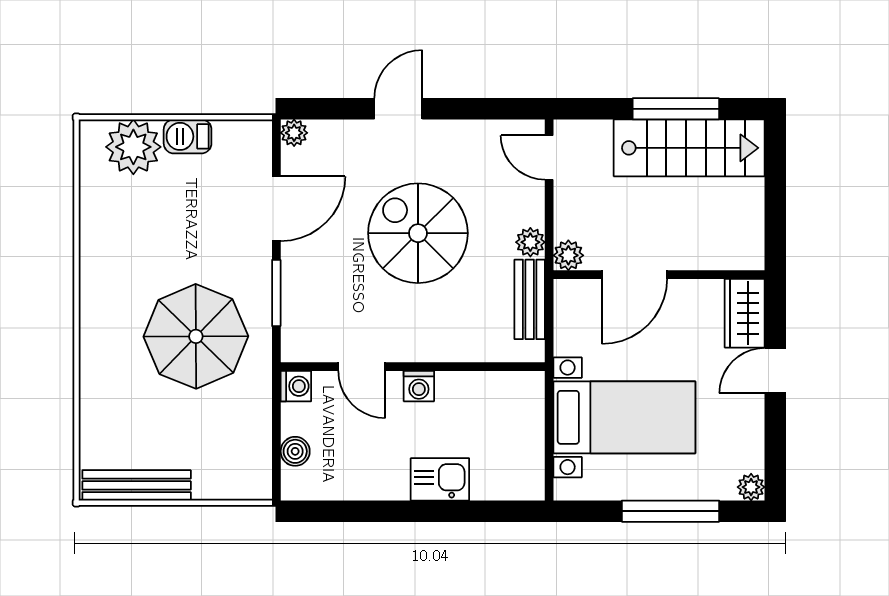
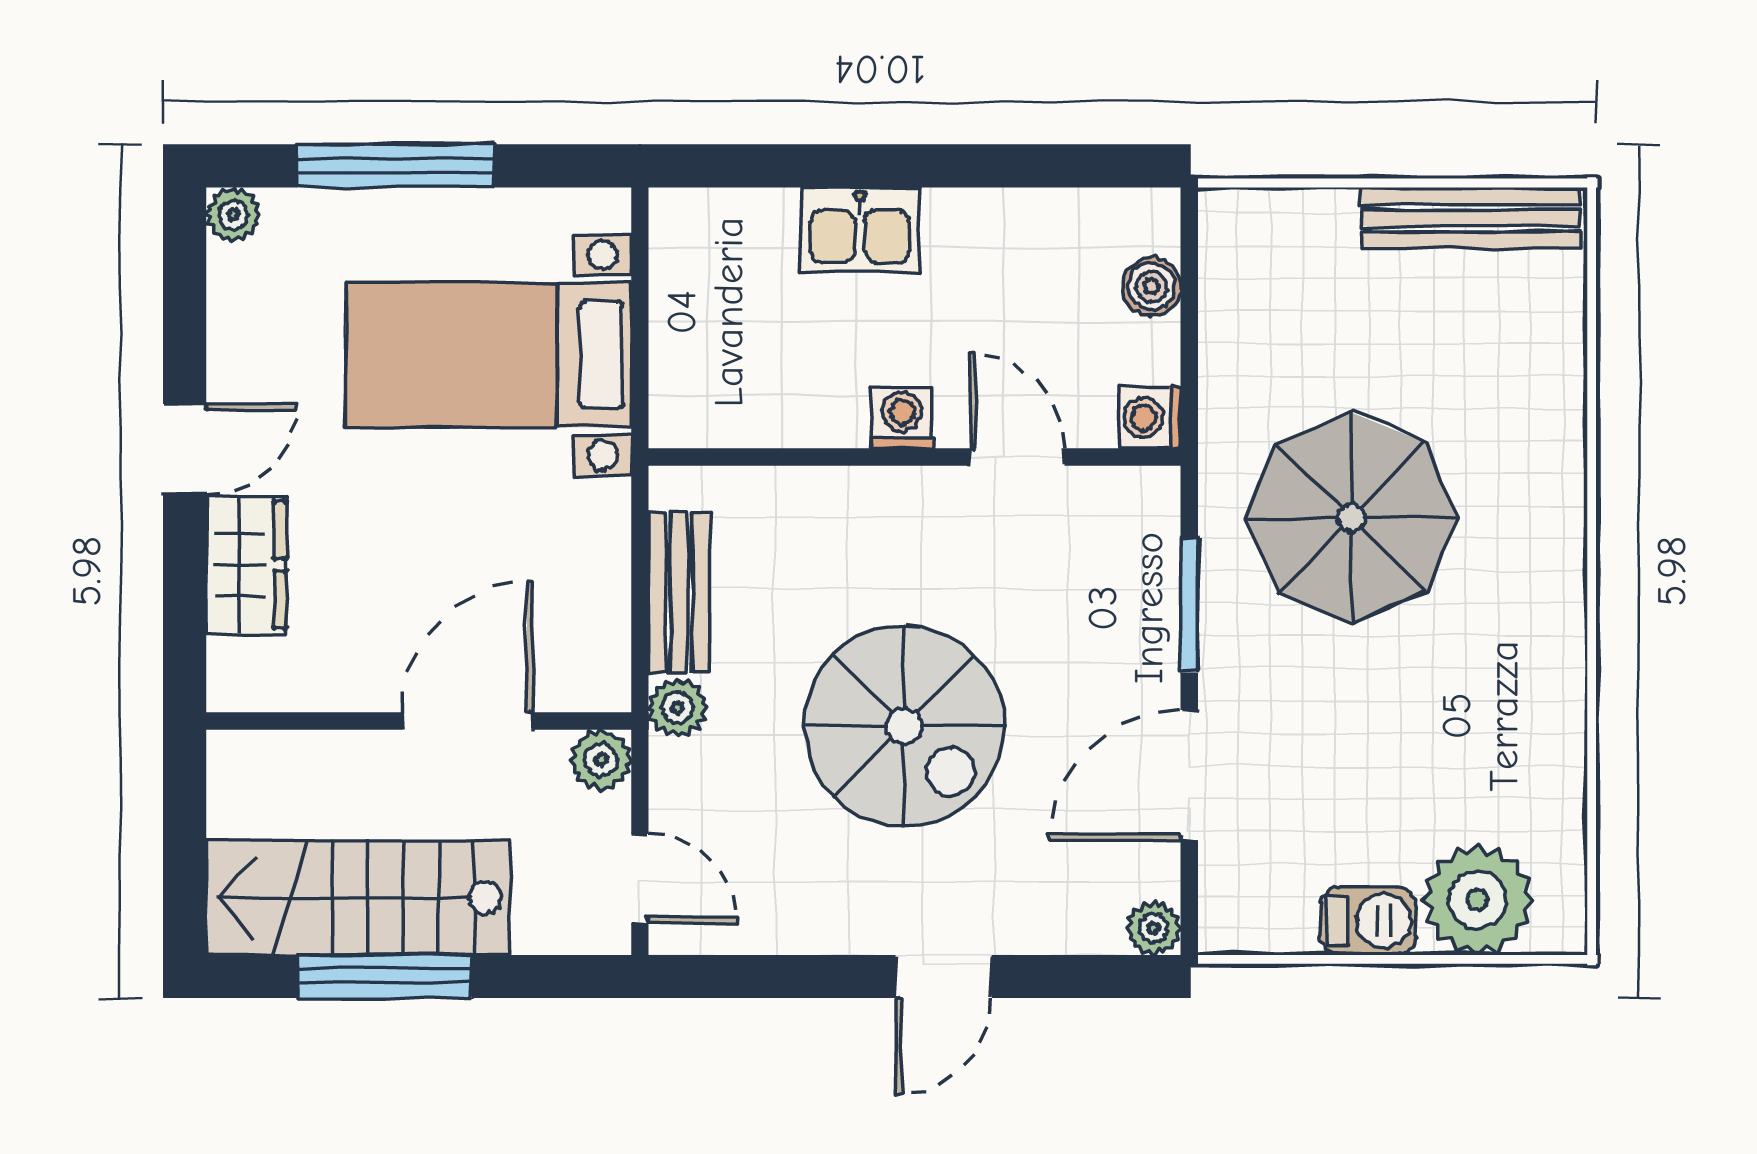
plant: (568, 255) -> (601, 760), moved
door: (635, 275) -> (468, 721), moved
wall: (659, 275) -> (419, 721), moved

